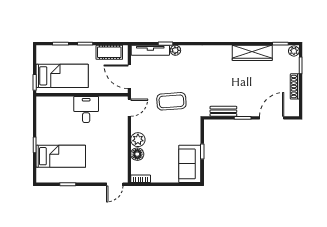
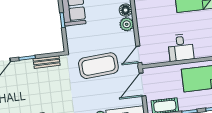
door: (129, 77) -> (142, 85), swing flipped
coffee table: (171, 101) -> (98, 66), width x1.36, depth x1.32

